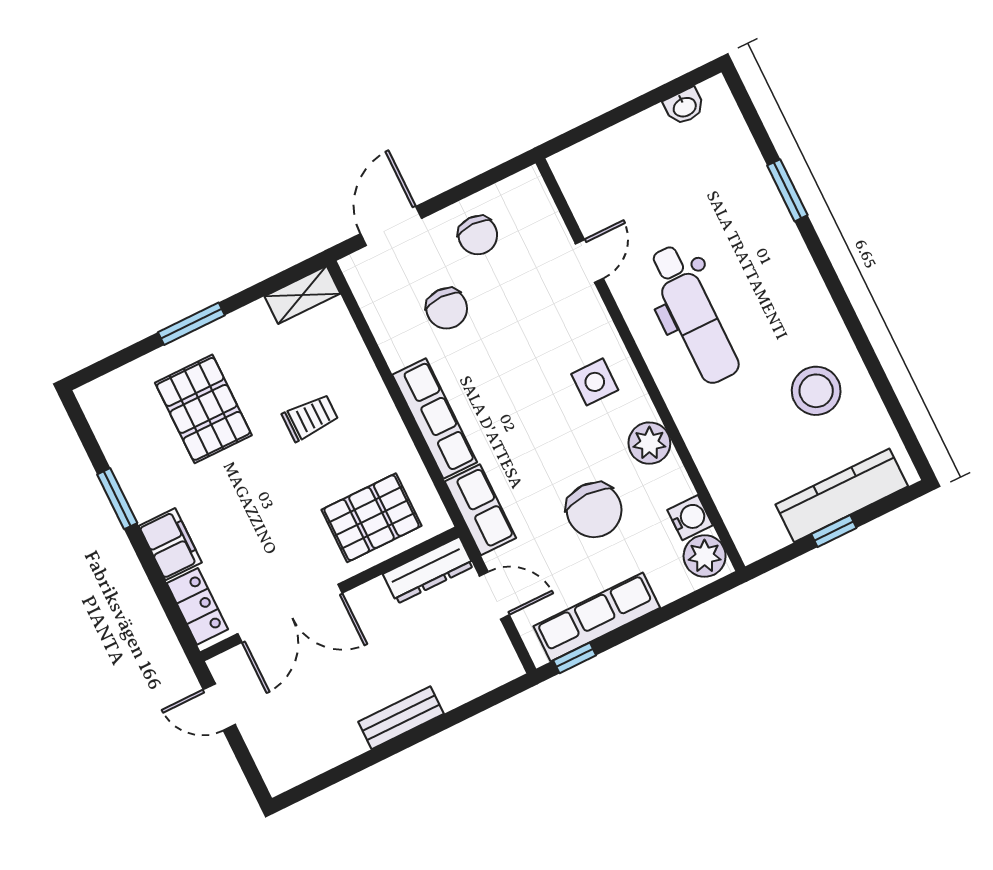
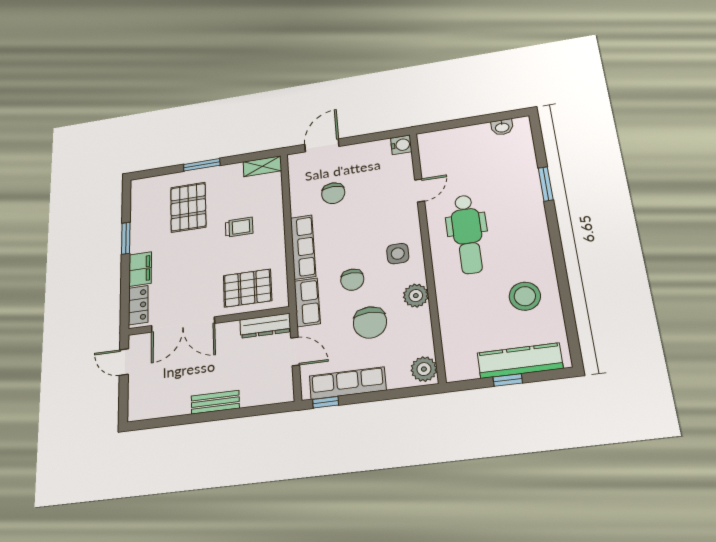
chair: (478, 235) -> (352, 280), moved
water cooler: (690, 518) -> (401, 145), moved

